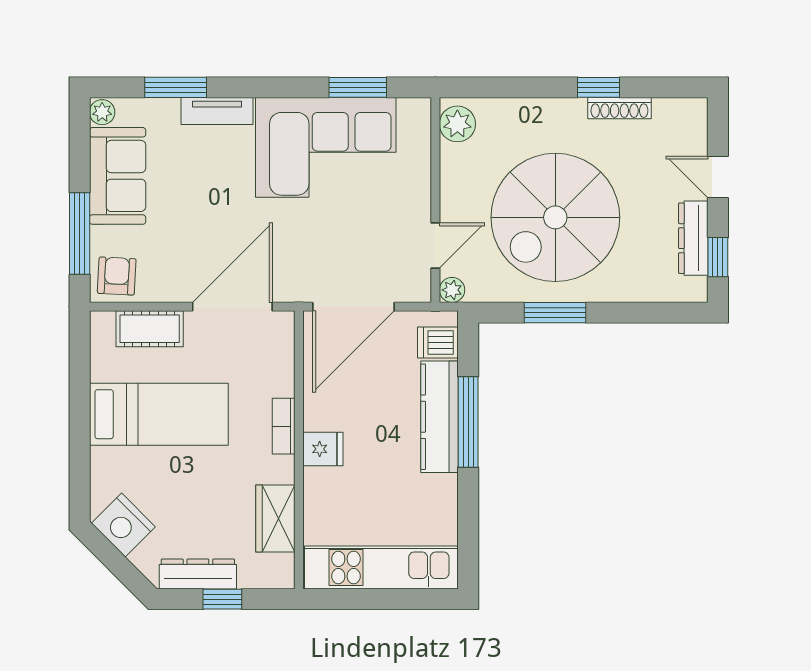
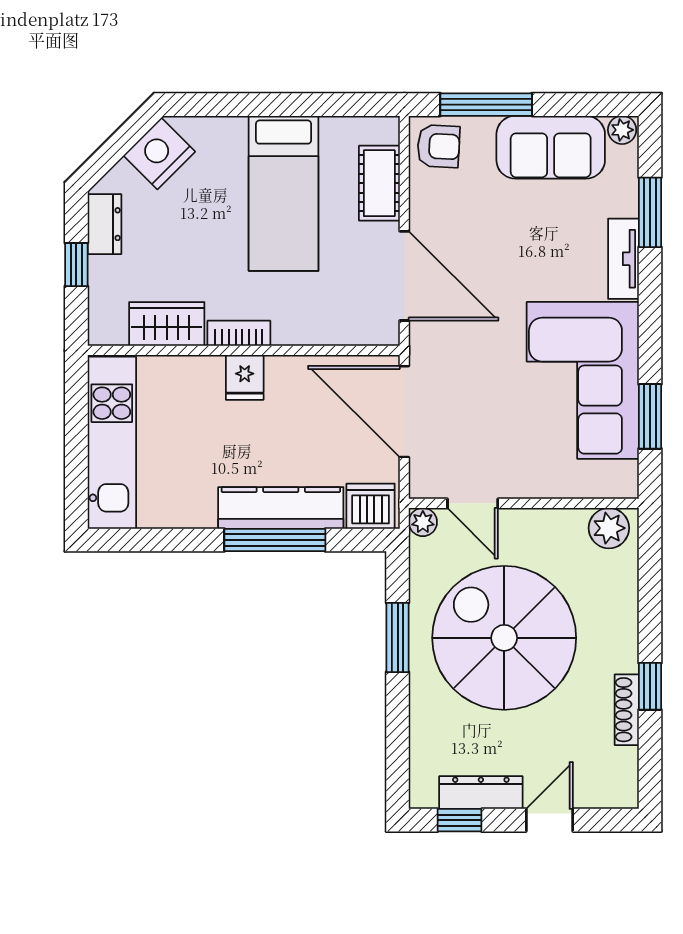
dishwasher: (438, 343) -> (371, 506), width x1.38
bookcase: (284, 426) -> (239, 333), moved
dresser: (198, 574) -> (104, 224), width x0.70

